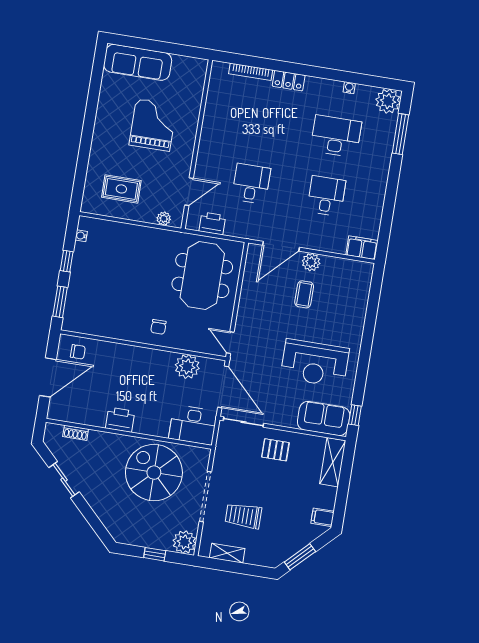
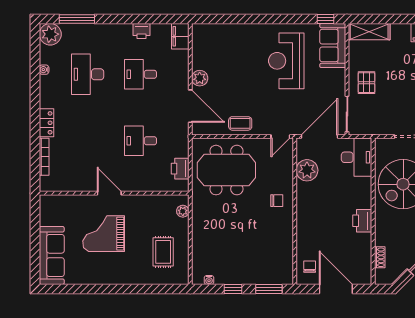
door: (189, 192) -> (109, 193), moved
printer: (375, 205) -> (141, 31), added
coffee table: (304, 294) -> (240, 123), moved
reception desk: (315, 363) -> (286, 61), turned 180

